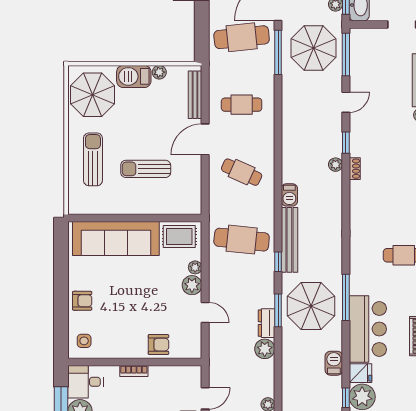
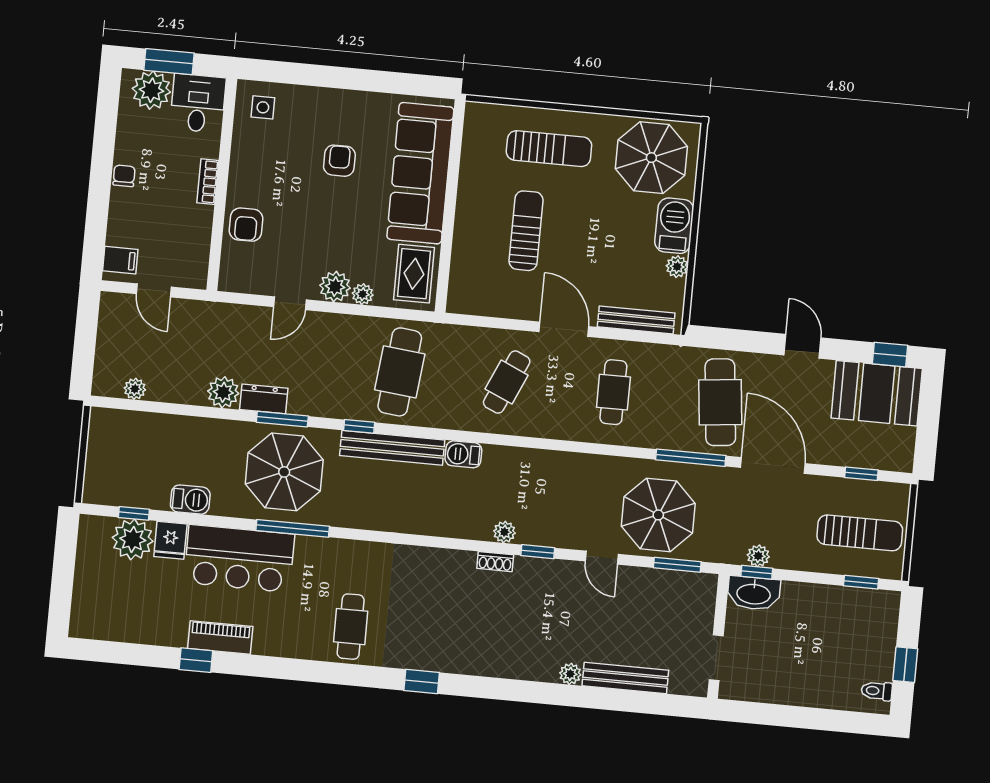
parasol: (314, 48) -> (658, 515), moved
window: (346, 54) -> (677, 565), width x0.69
armchair: (82, 301) -> (339, 161), moved, turned 180

